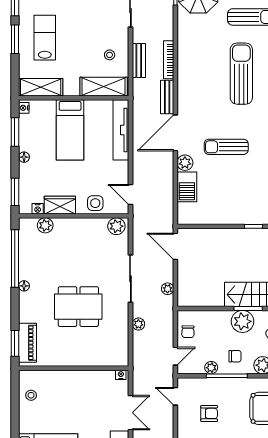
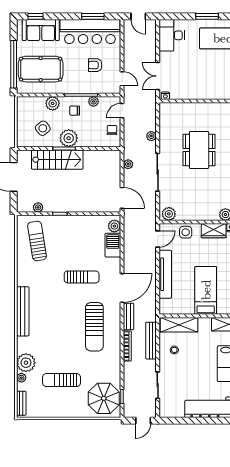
bench: (139, 61) -> (151, 341), width x1.36
sun lounger: (241, 74) -> (94, 327), moved
tv unit: (121, 130) -> (165, 274), moved
plant: (185, 163) -> (114, 226), moved
door: (130, 194) -> (158, 239), hinge flipped
dining table: (78, 307) -> (199, 150), turned 90
double door: (130, 413) -> (158, 76), moved

